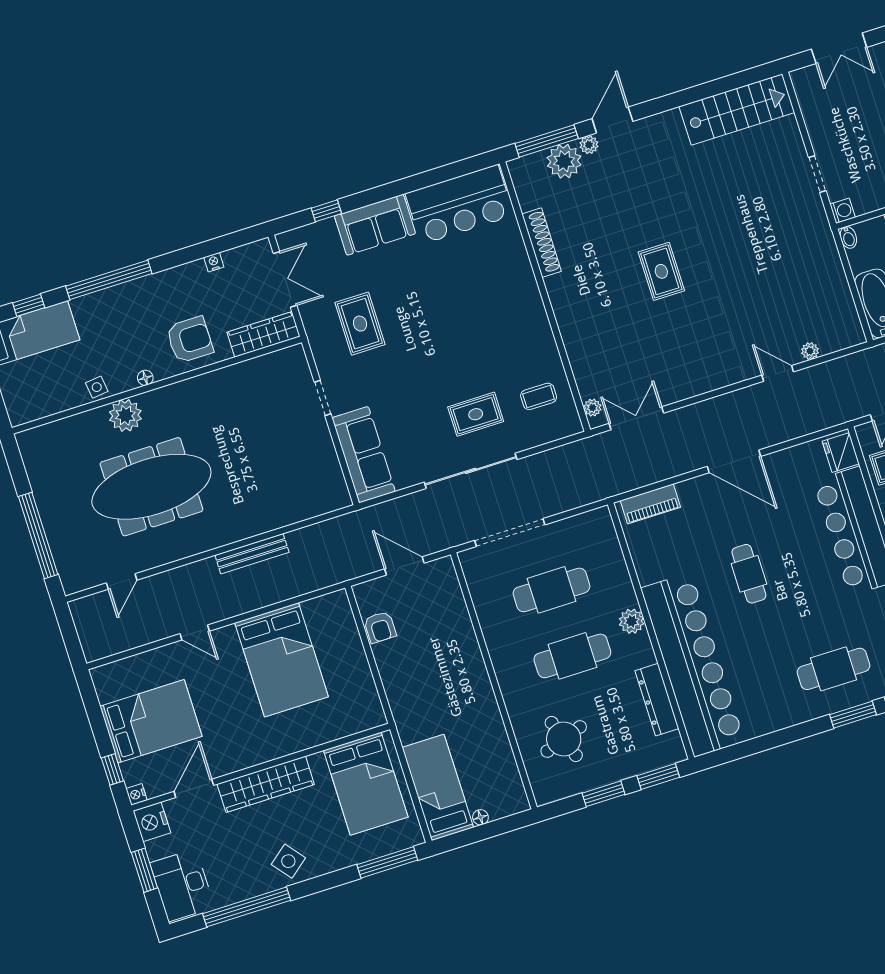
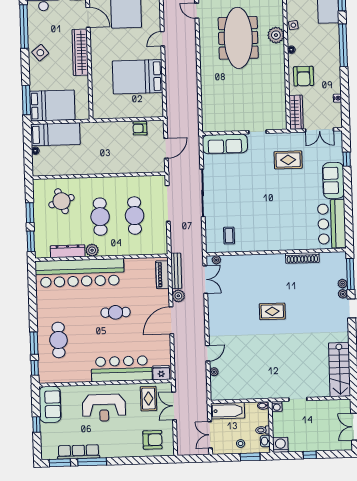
plant: (564, 161) -> (342, 284), width x0.53, depth x0.53
rug: (476, 414) -> (229, 203), removed
plant: (683, 461) -> (178, 296), added
bench: (252, 554) -> (176, 271), moved
plant: (632, 621) -> (92, 250), moved
bed: (366, 784) -> (52, 106), moved, turned 180

